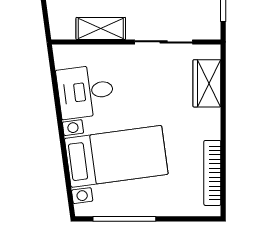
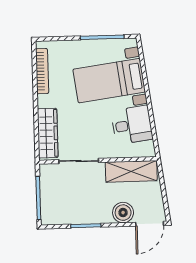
shelving: (101, 28) -> (131, 171), width x1.50, depth x1.33
wardrobe: (207, 83) -> (48, 133), width x1.50

